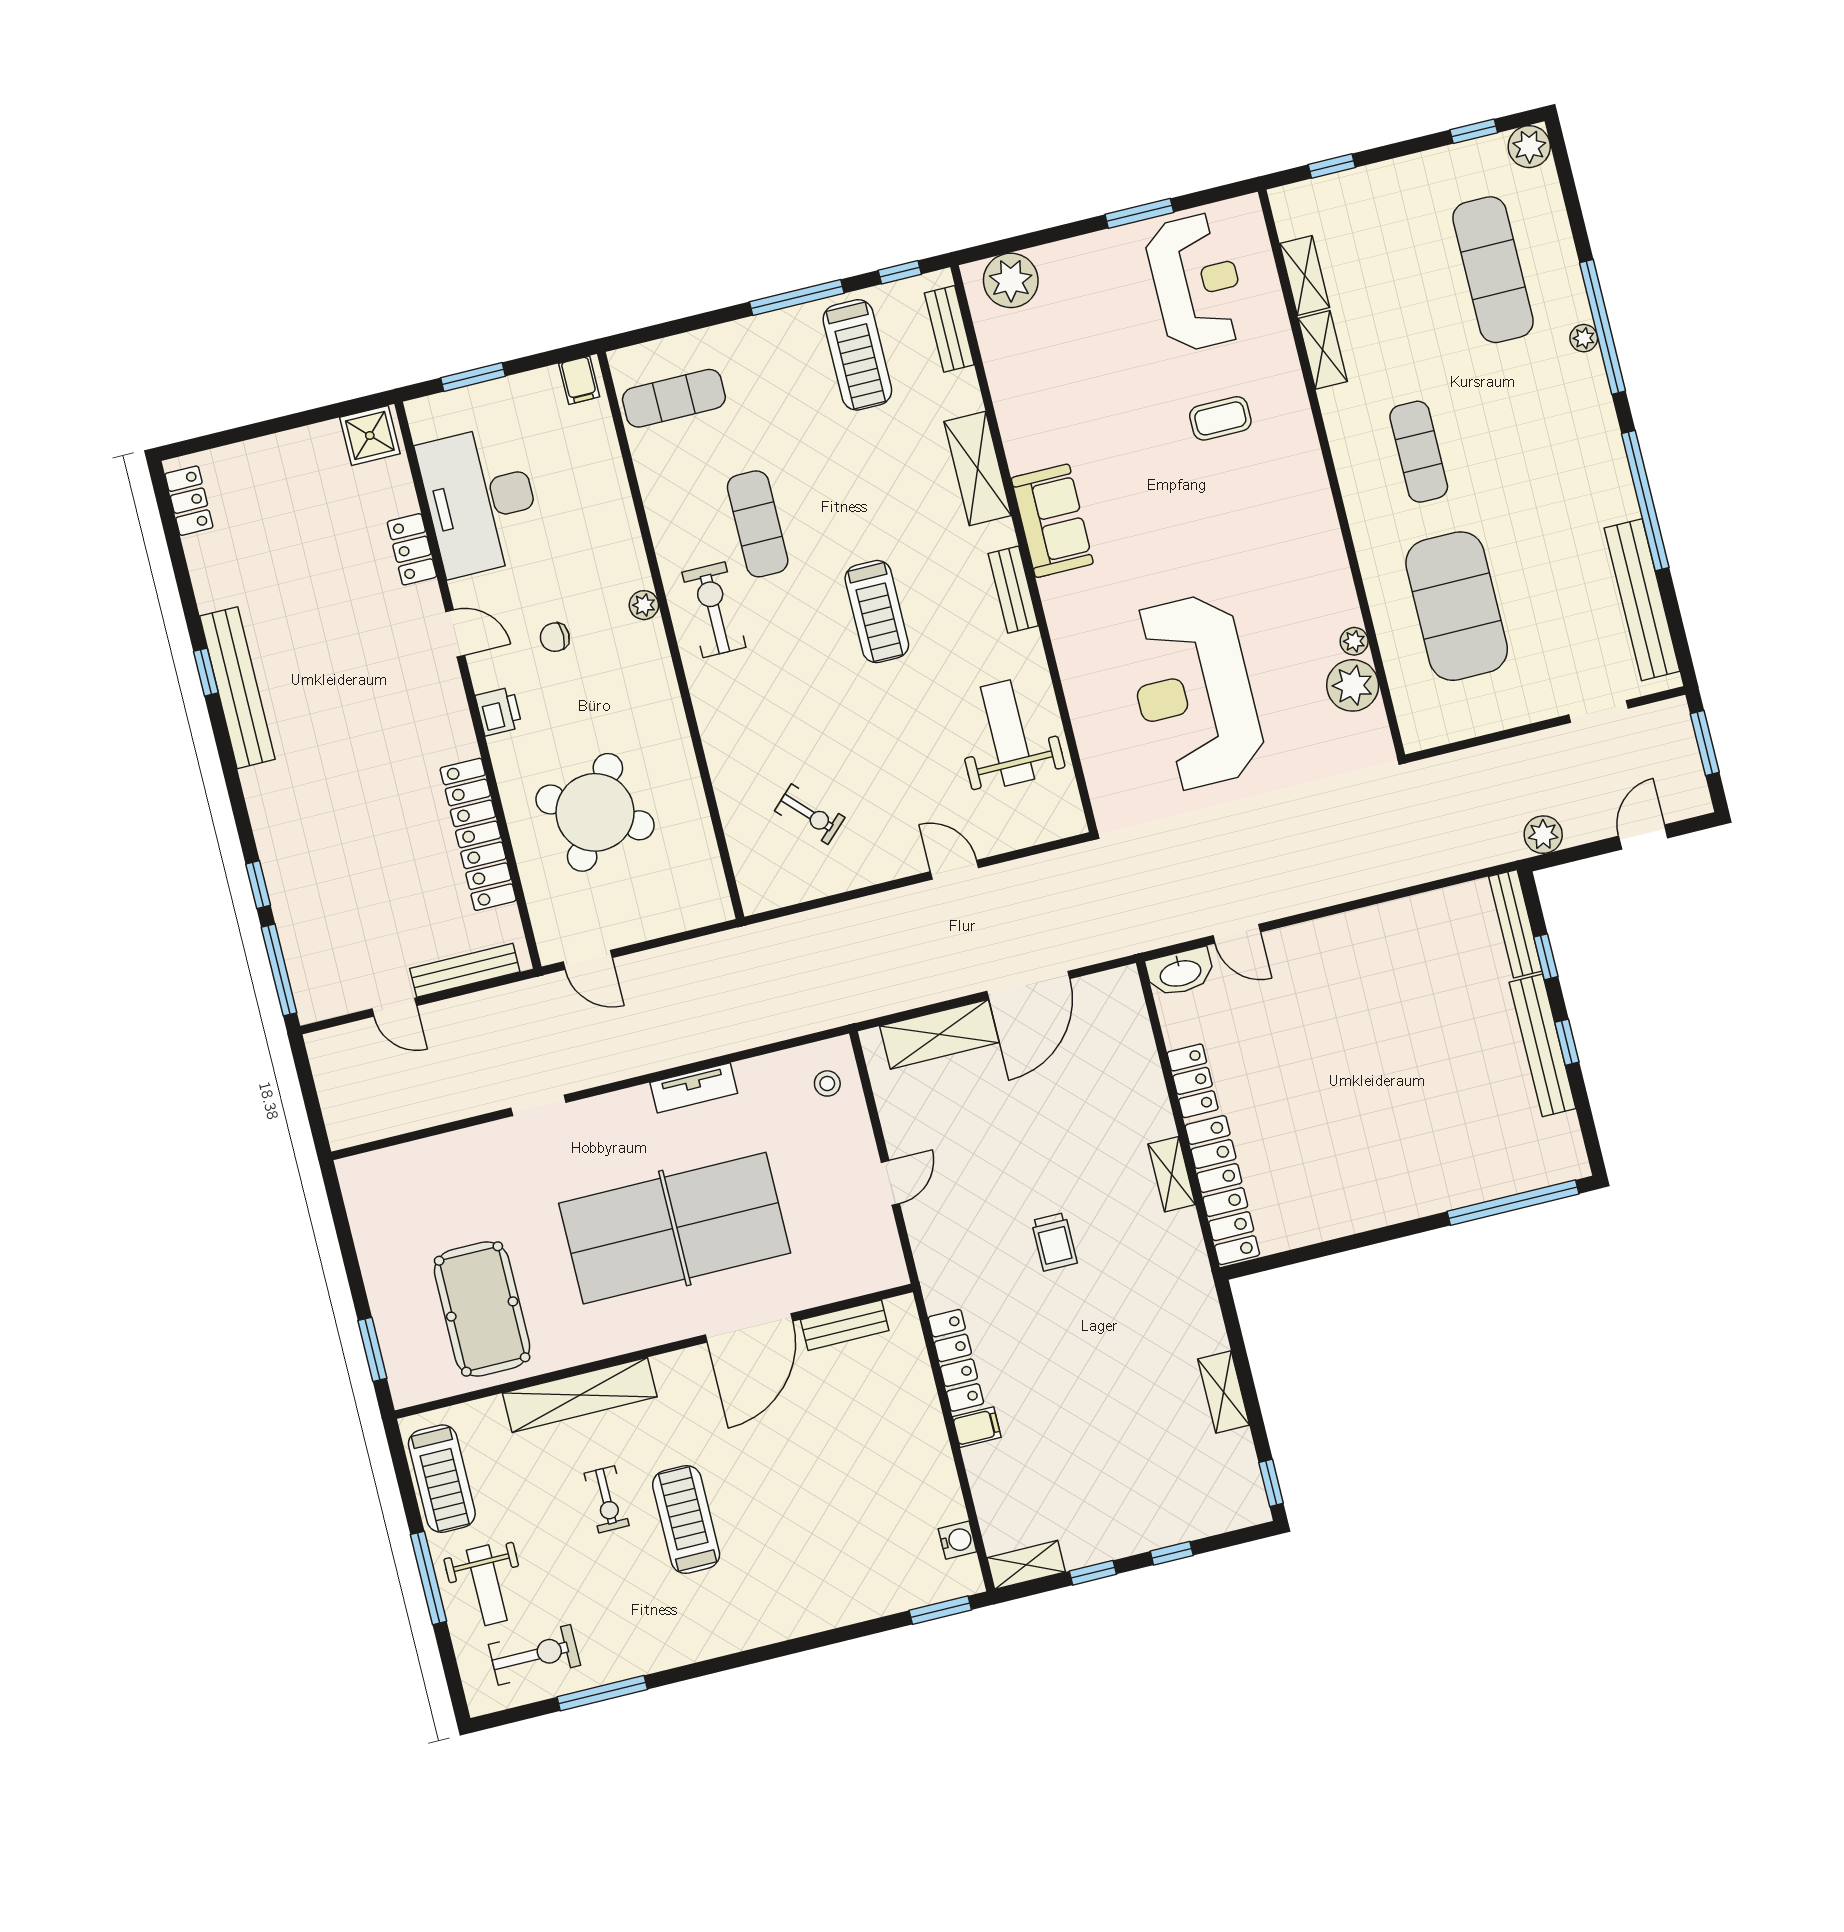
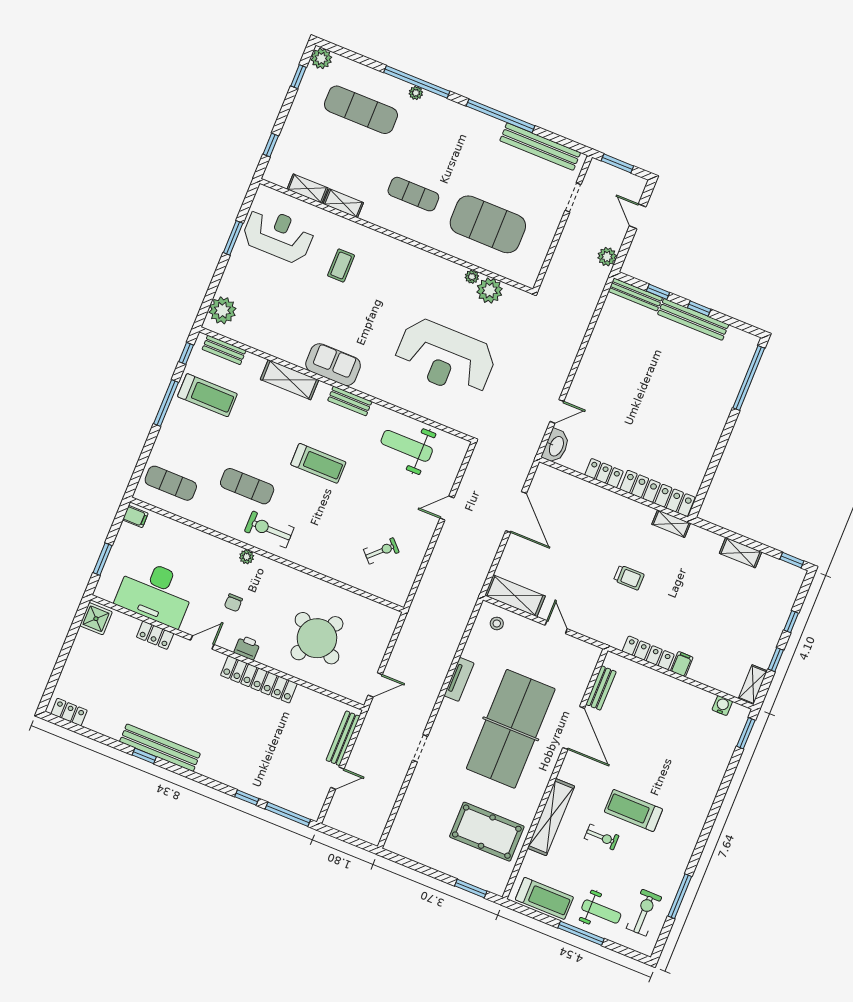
exercise mat: (674, 398) -> (171, 483), turned 90
locker: (478, 834) -> (259, 679), moved
shelving: (939, 1034) -> (515, 596), moved, turned 90
shelving: (1172, 1174) -> (671, 524), moved

